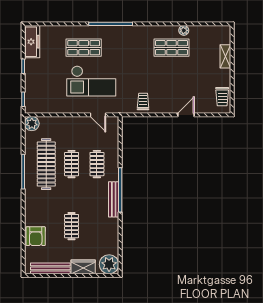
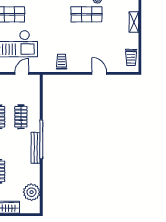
door: (98, 115) -> (22, 73), swing flipped
door: (186, 115) -> (99, 73), hinge flipped
plant: (109, 264) -> (32, 192), moved

